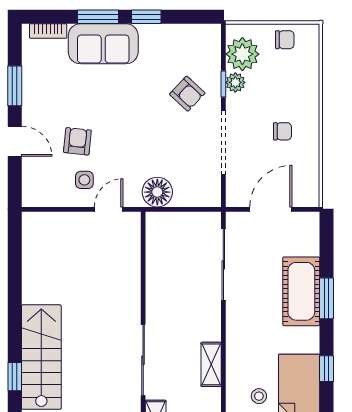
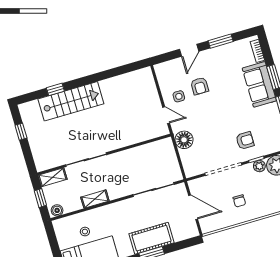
armchair: (187, 94) -> (245, 141), turned -133
armchair: (77, 141) -> (200, 86), turned 84

